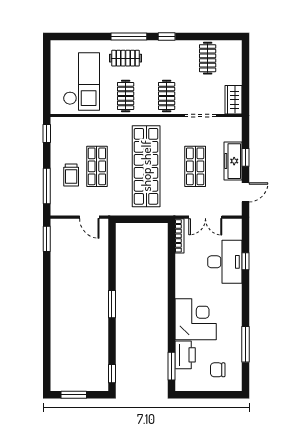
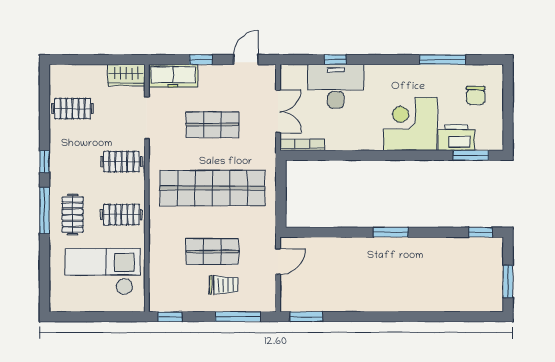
freezer: (233, 161) -> (173, 76), moved
door: (245, 192) -> (246, 60), hinge flipped

